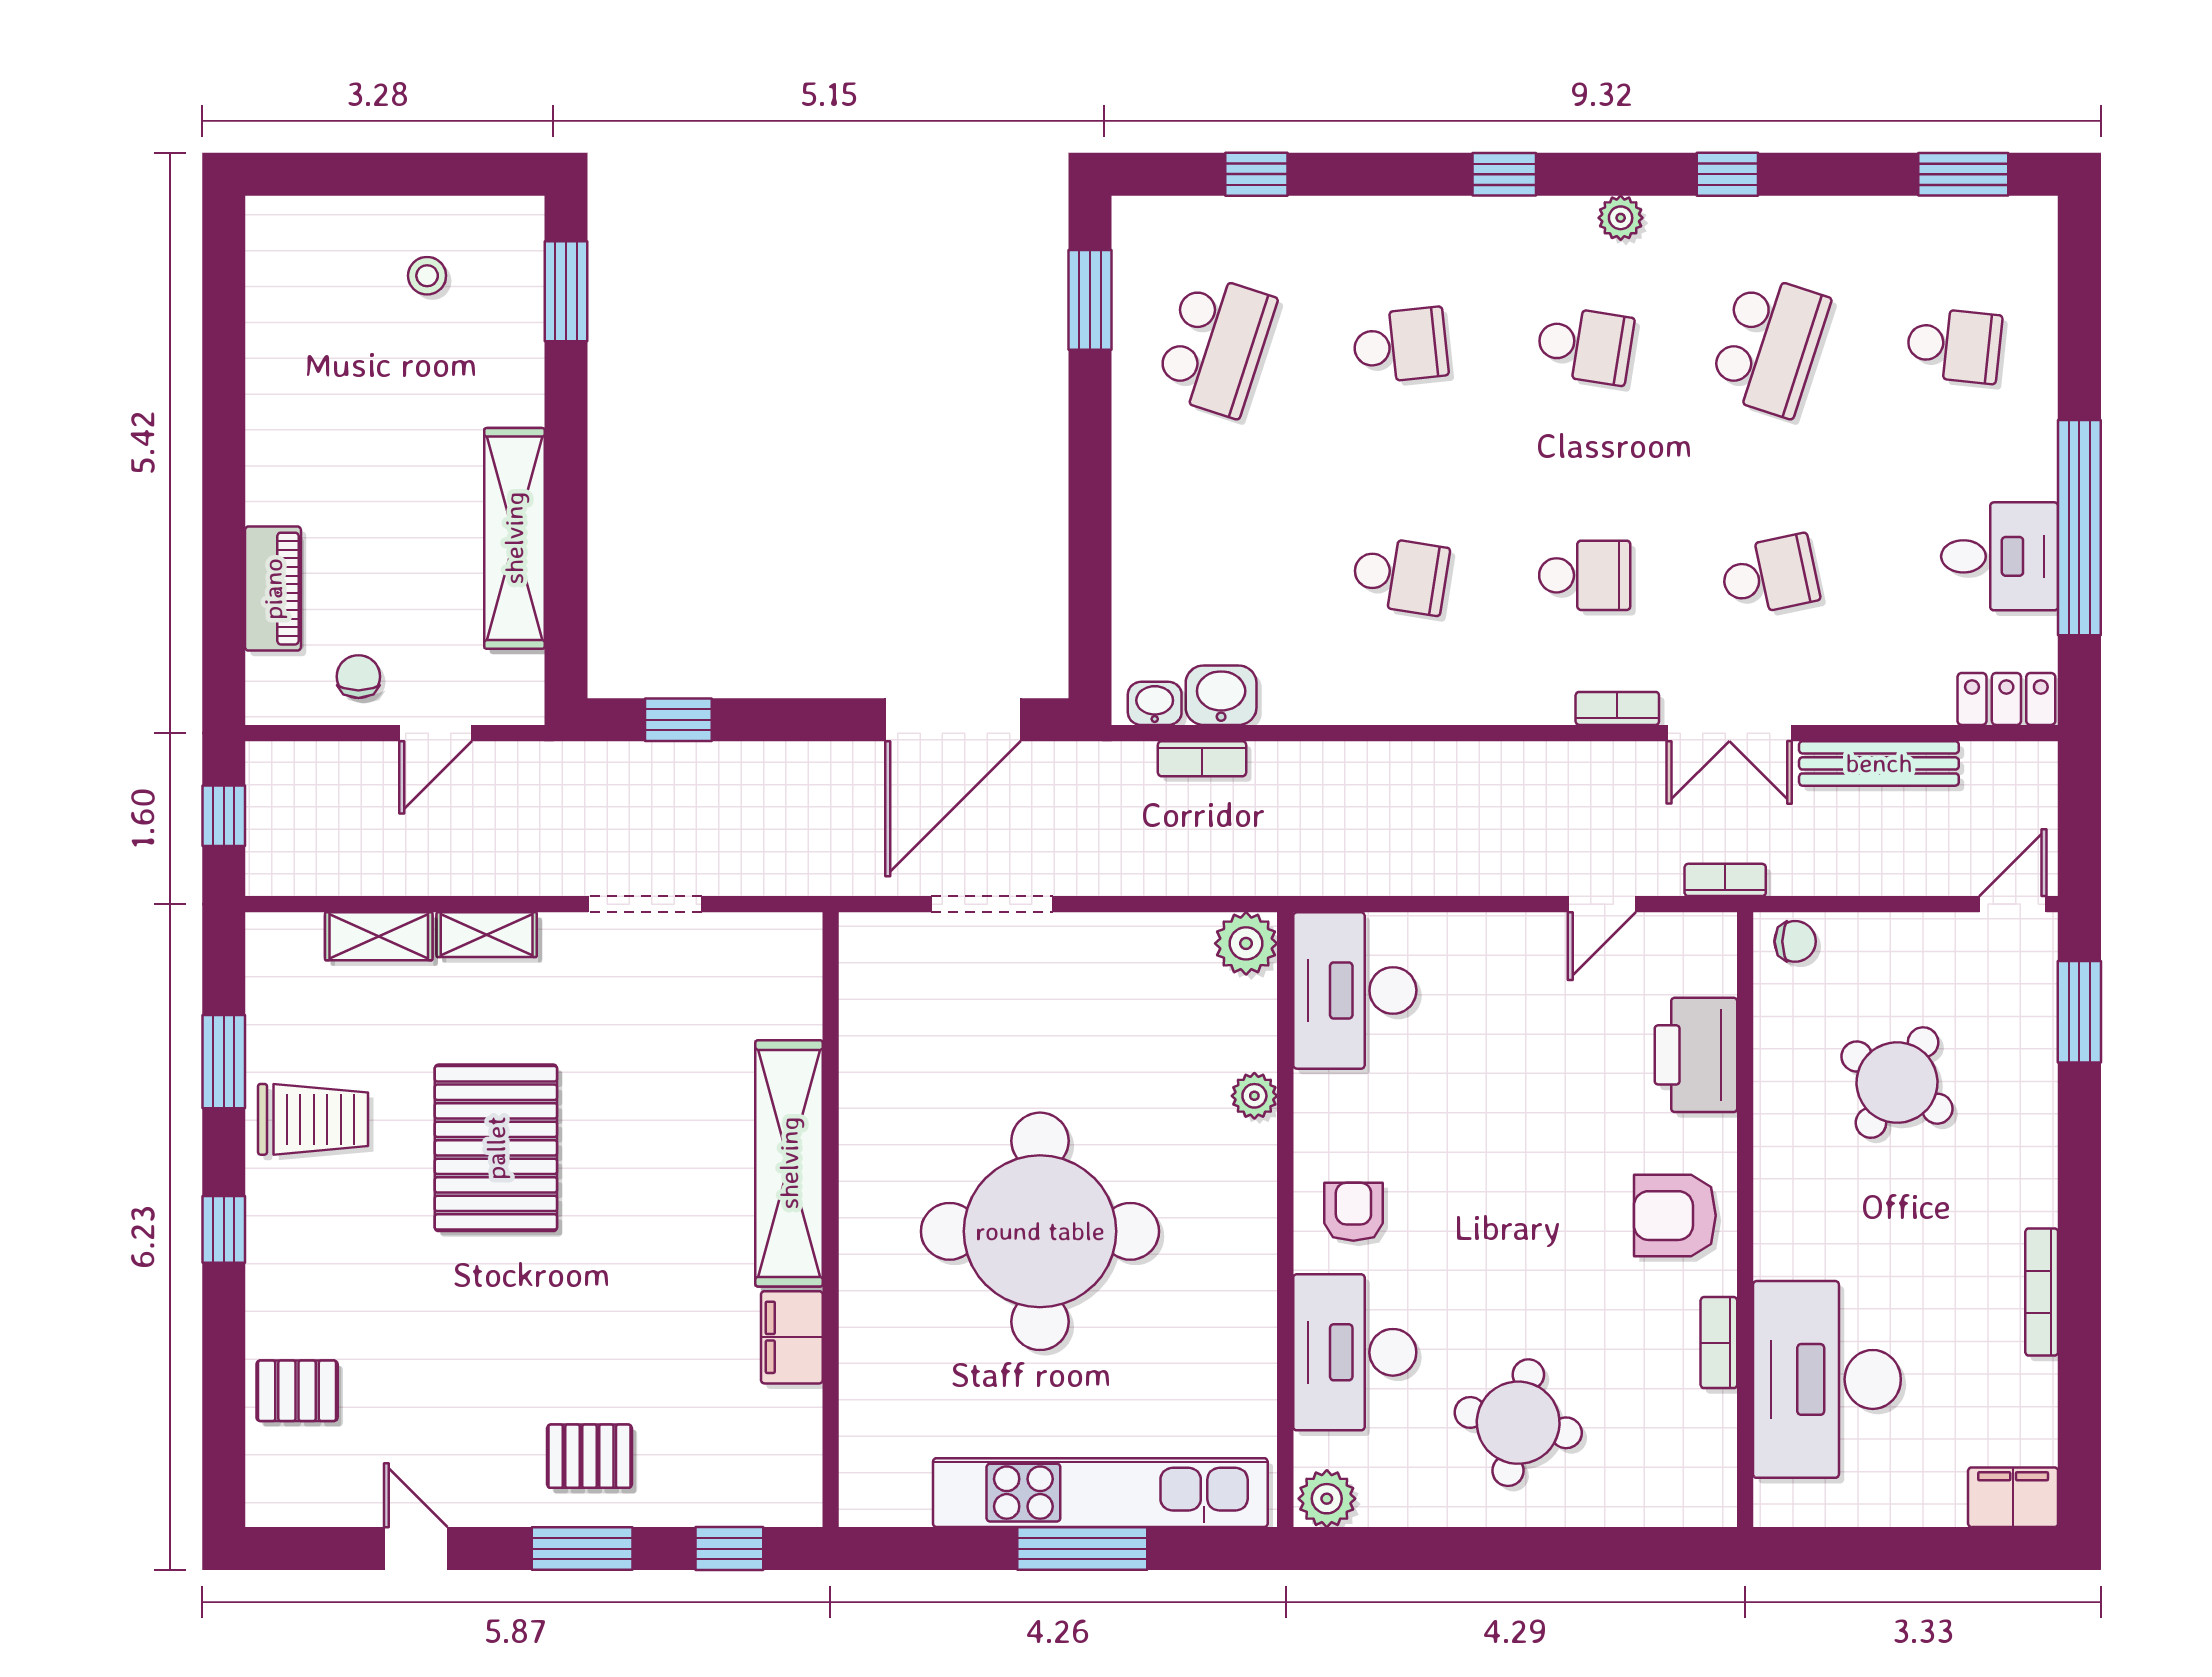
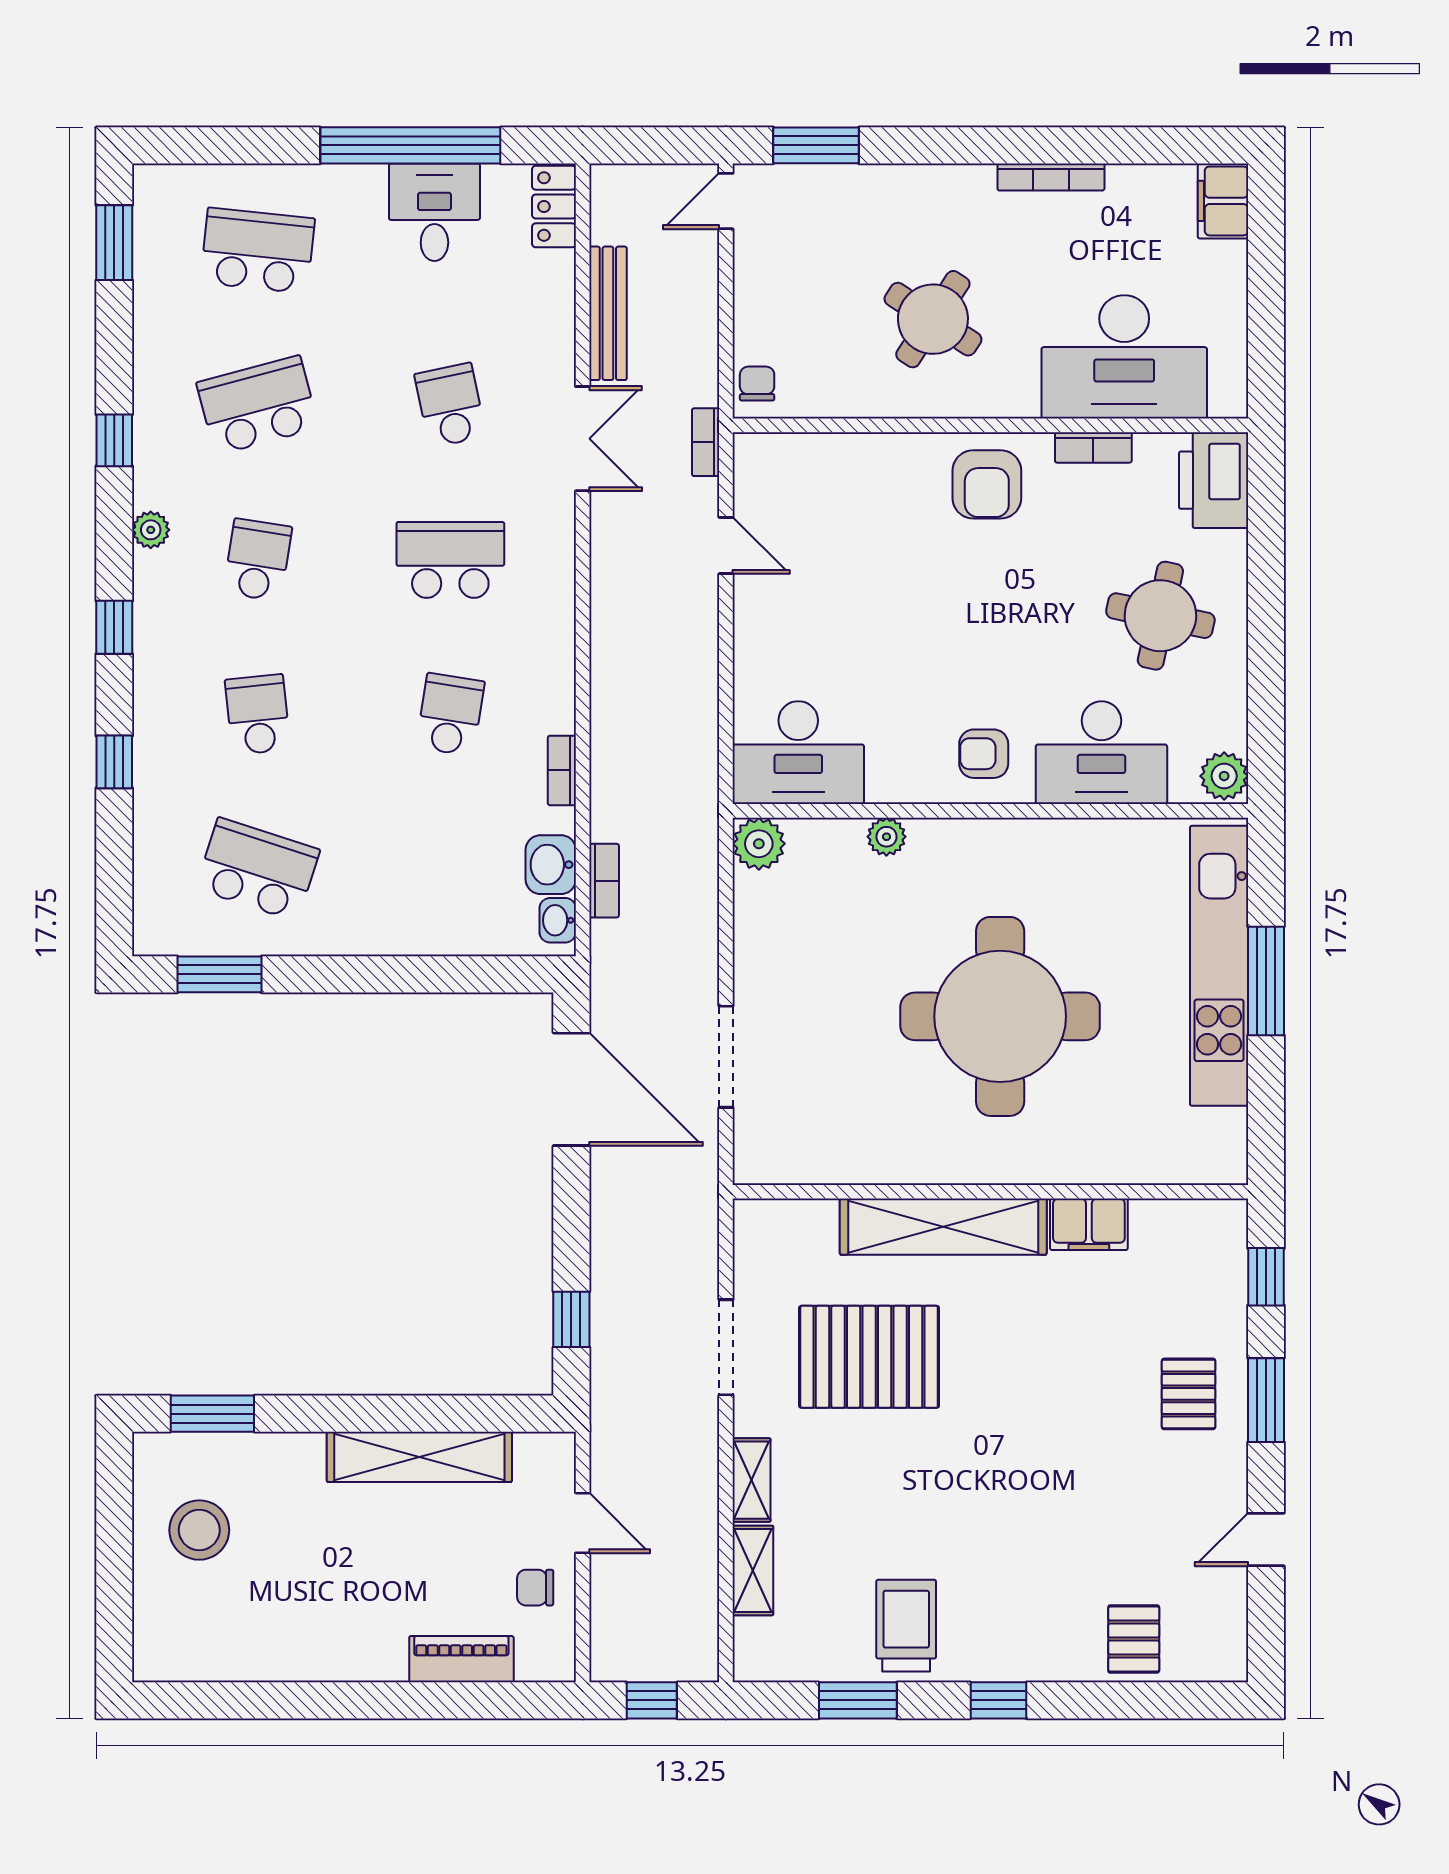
window: (1256, 174) -> (114, 762), moved
stool: (427, 276) -> (199, 1530), width x1.89, depth x1.89
school desk: (1769, 345) -> (258, 405), turned -33
school desk: (1954, 345) -> (258, 251), width x1.85
school desk: (1585, 575) -> (450, 560), width x1.85
bookcase: (1617, 708) -> (562, 770), moved
door: (2013, 904) -> (726, 201), hinge flipped
printer: (1696, 1055) -> (1214, 480), moved, turned 90
round table: (1897, 1083) -> (933, 319), moved
pallet: (496, 1148) -> (869, 1357), moved

